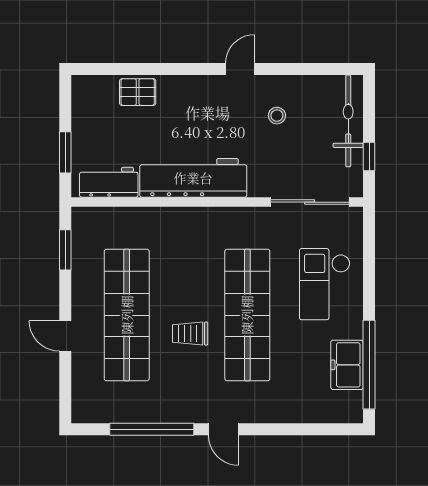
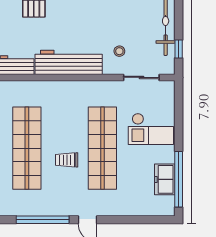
stool: (277, 116) -> (119, 51), moved
sliding door: (310, 202) -> (141, 77), width x0.73
checkout: (325, 284) -> (151, 129), turned -90

